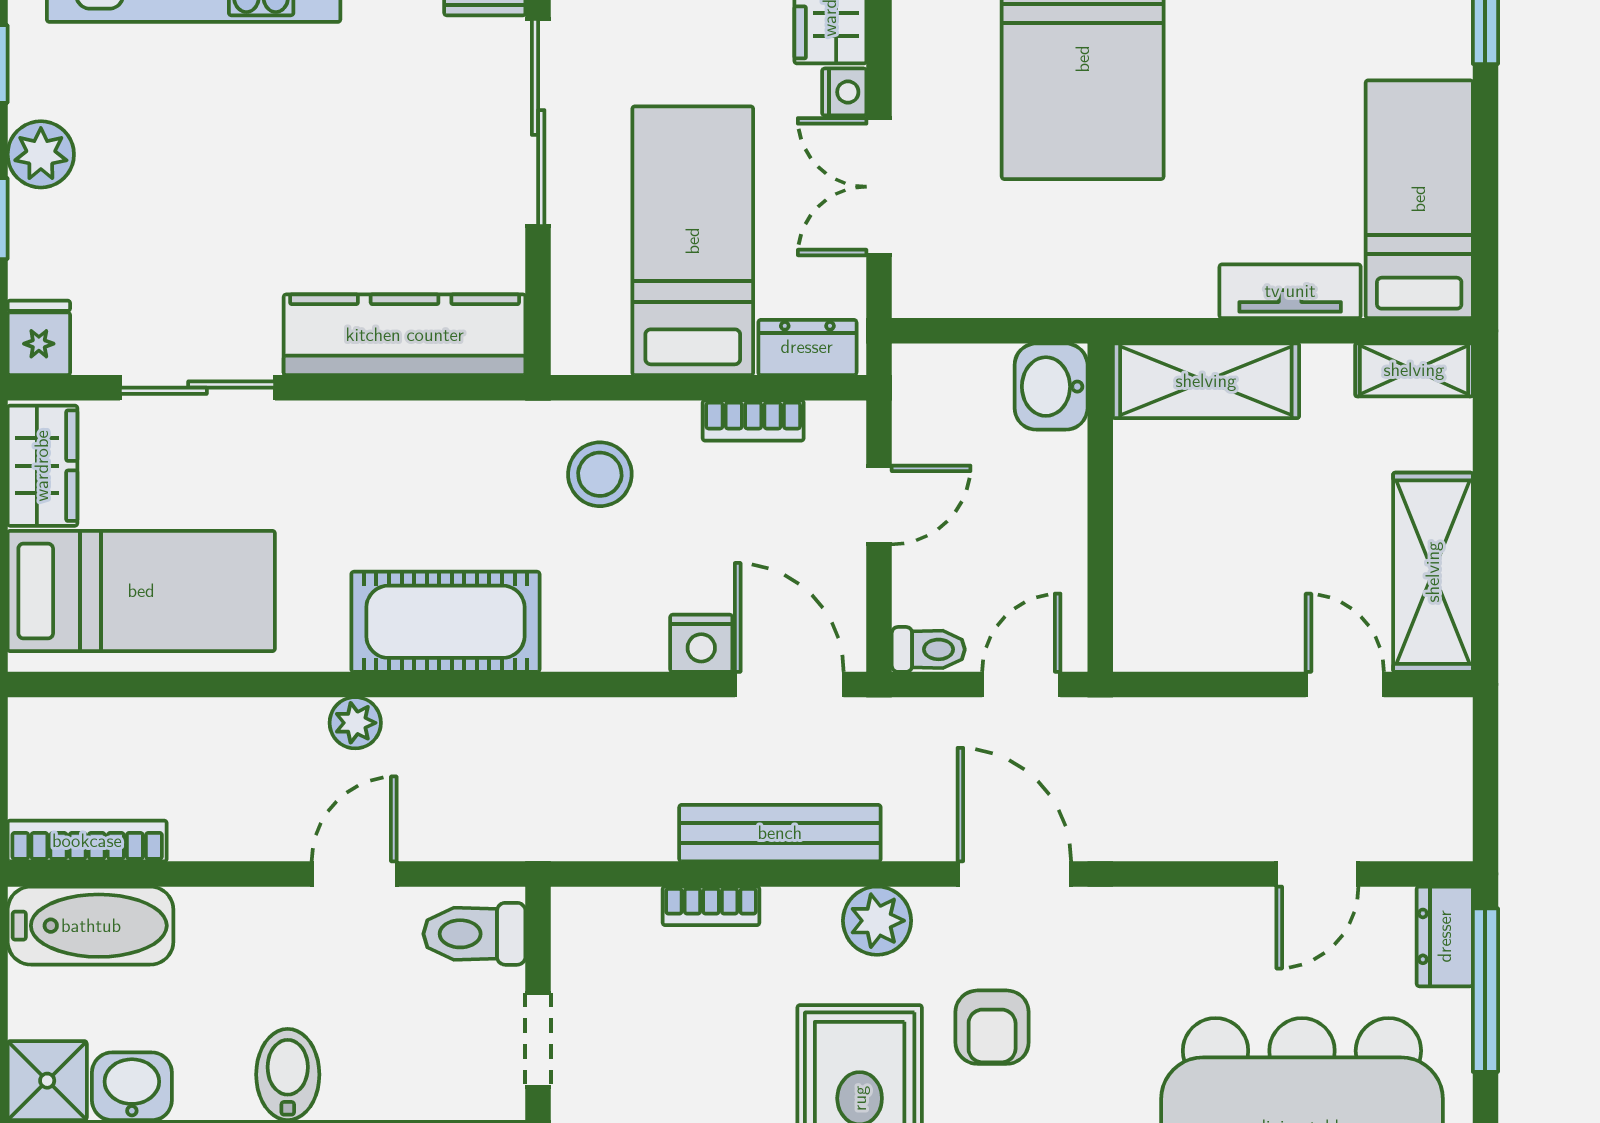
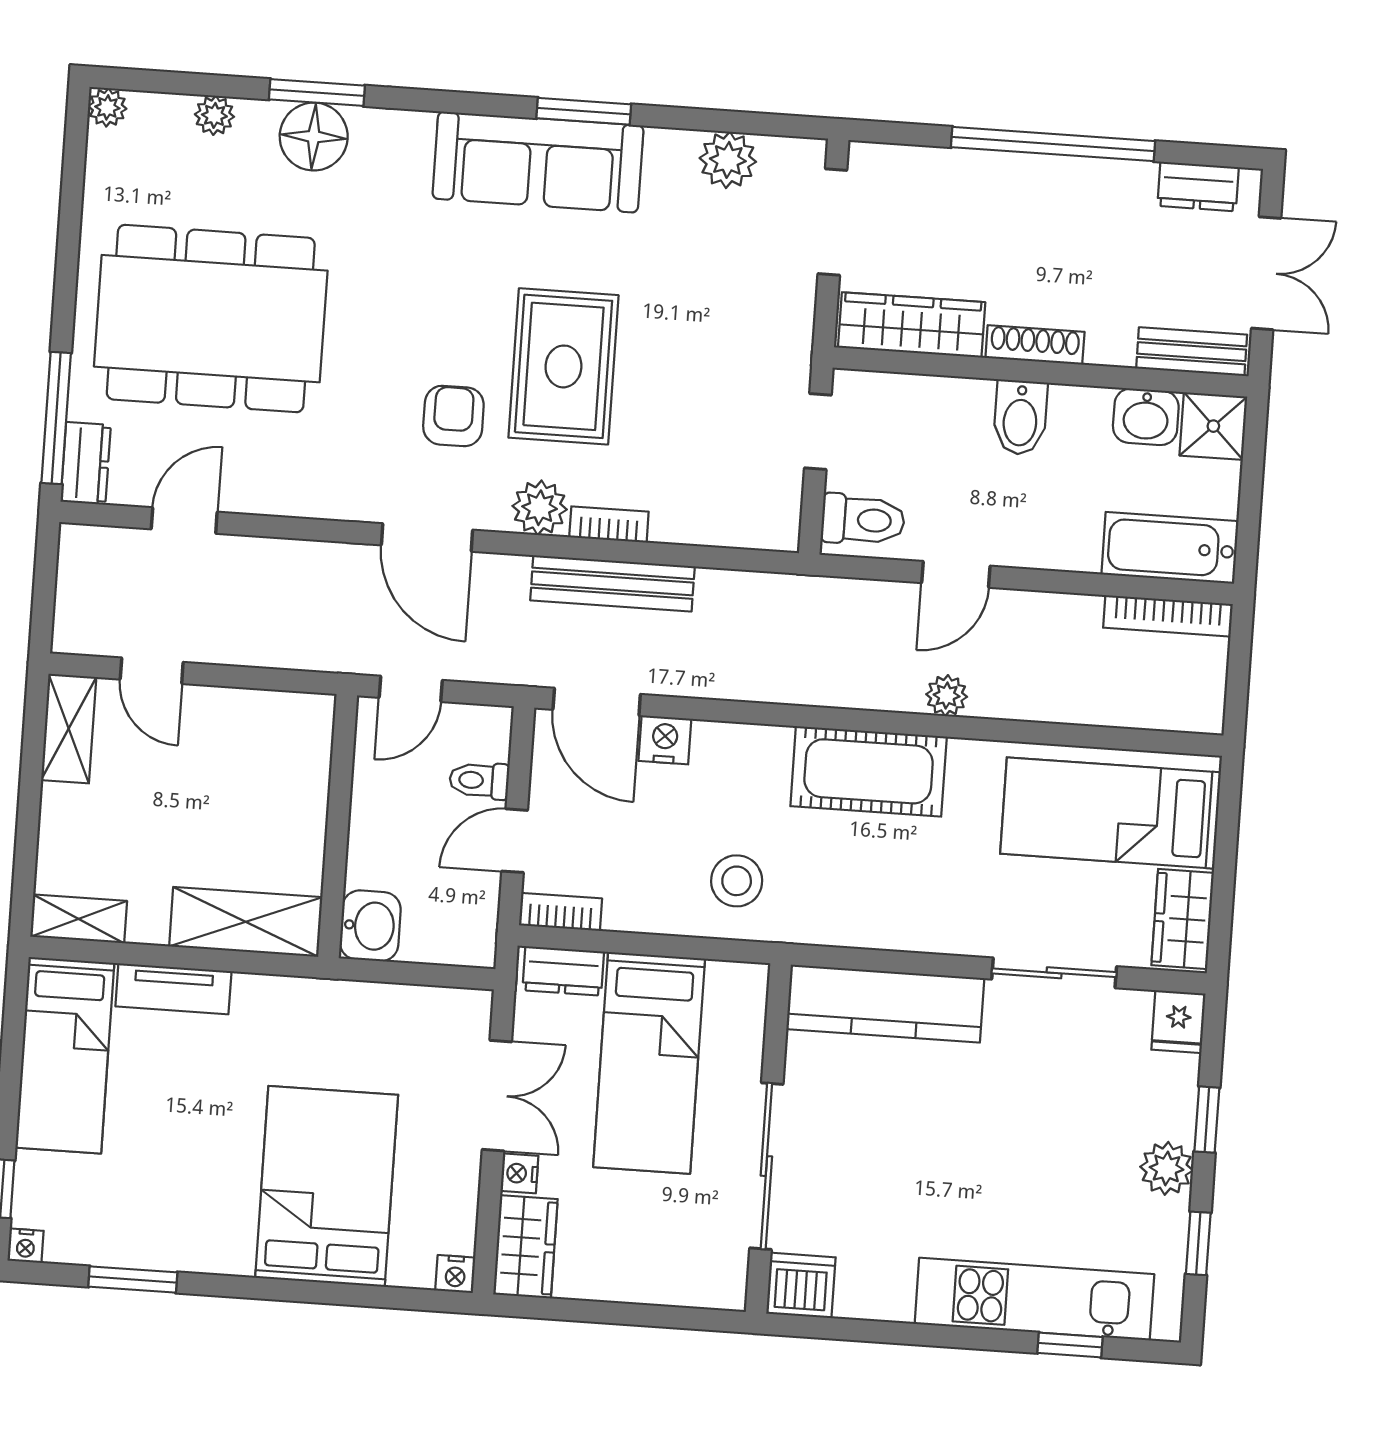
bookcase: (753, 420) -> (560, 912), moved
shelving: (1433, 572) -> (69, 729), width x0.67, depth x0.75
toilet: (928, 649) -> (479, 780), moved
bookcase: (711, 906) -> (609, 524), moved

